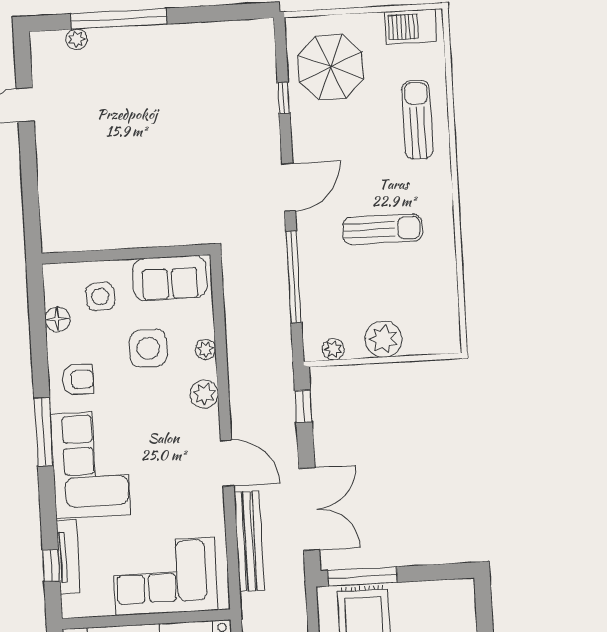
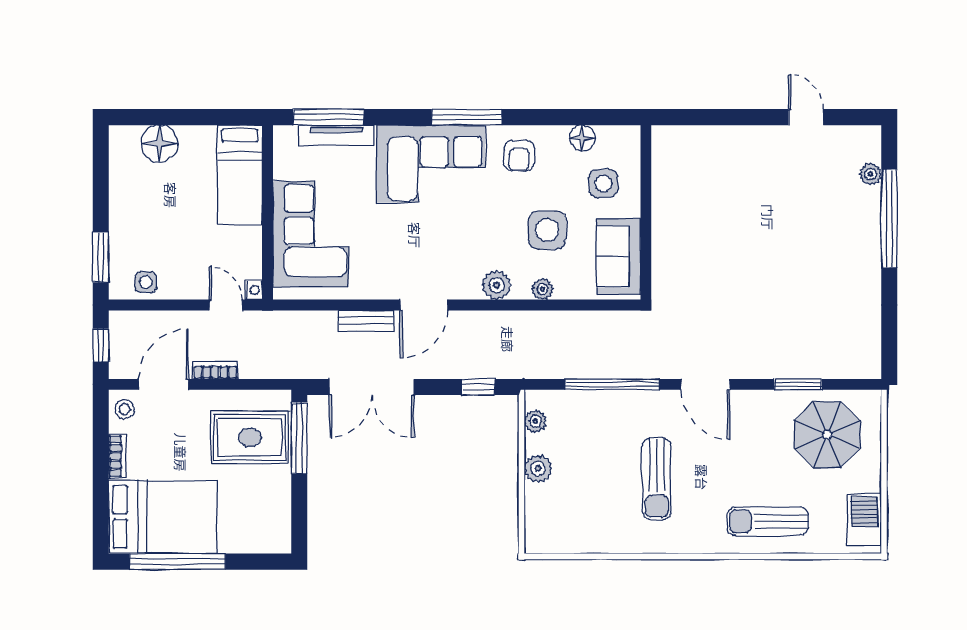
window: (284, 98) -> (798, 384), width x1.50
sun lounger: (417, 120) -> (768, 521), turned 180
plant: (383, 339) -> (538, 468), width x0.73, depth x0.73
bench: (249, 541) -> (366, 321), width x0.54, depth x0.82
window: (51, 566) -> (328, 117), width x2.17

